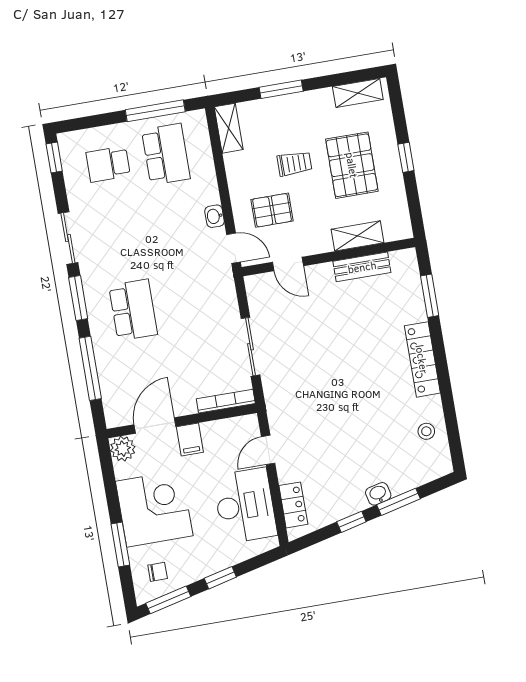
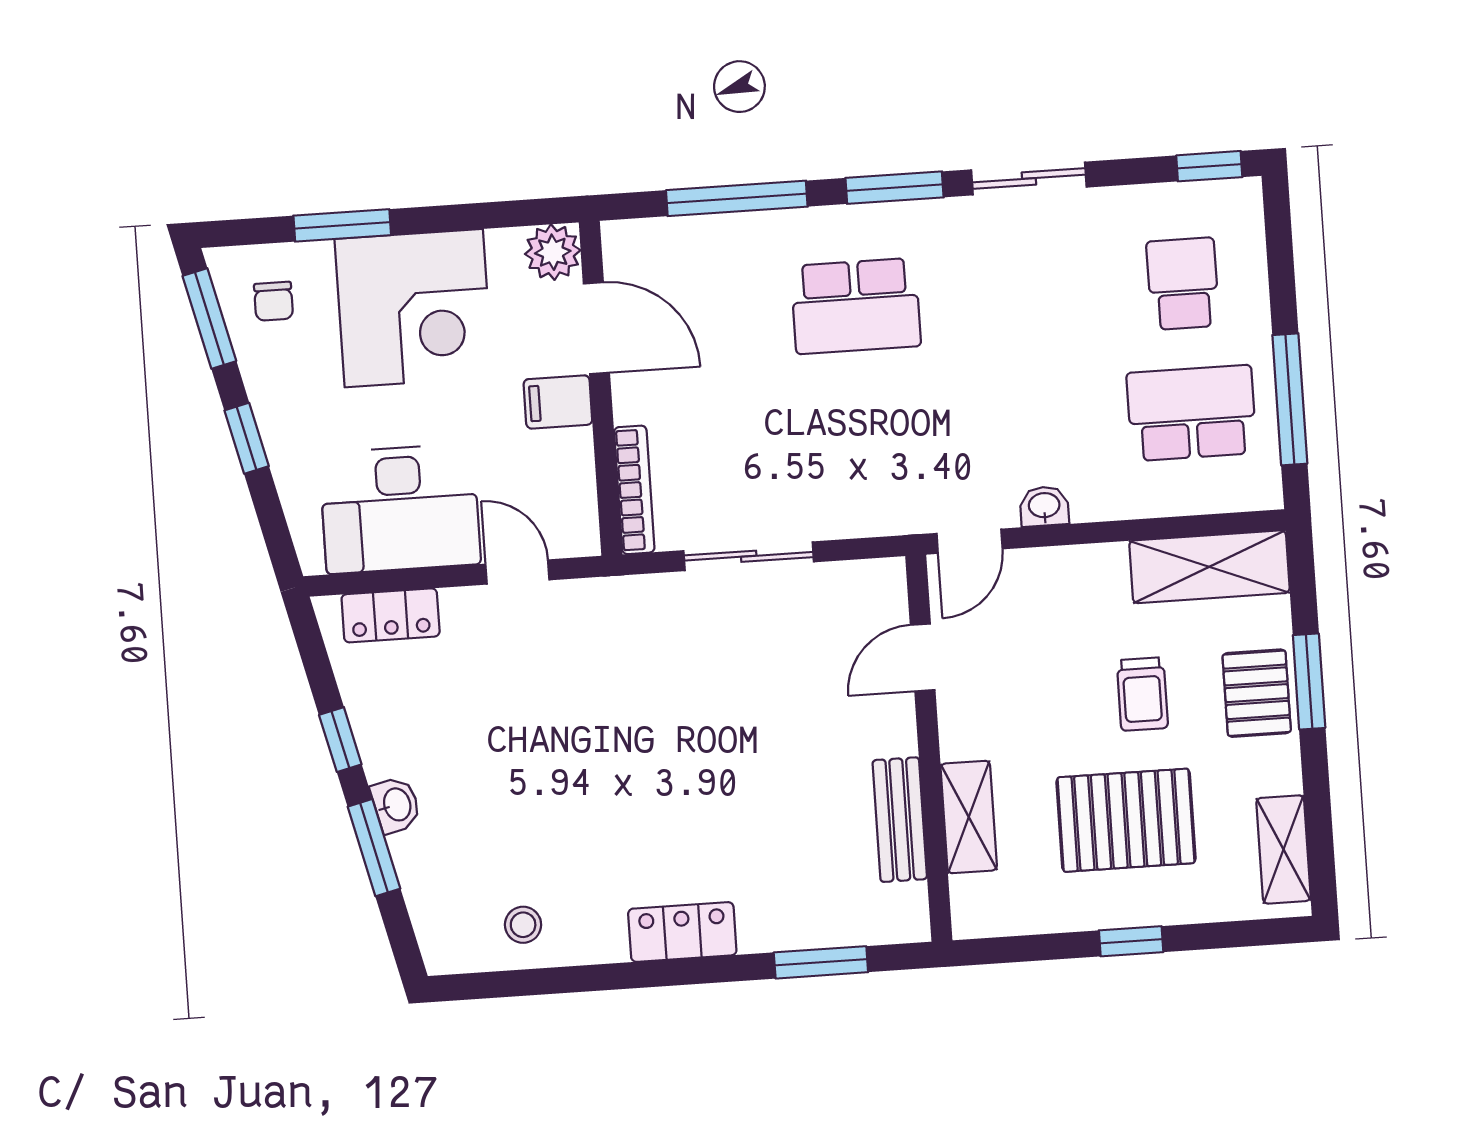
shelving: (229, 128) -> (1209, 567), width x1.50, depth x1.33
school desk: (166, 154) -> (1192, 413), turned 180
pallet: (272, 210) -> (1257, 693), moved
locker: (422, 359) -> (682, 932), width x0.66

